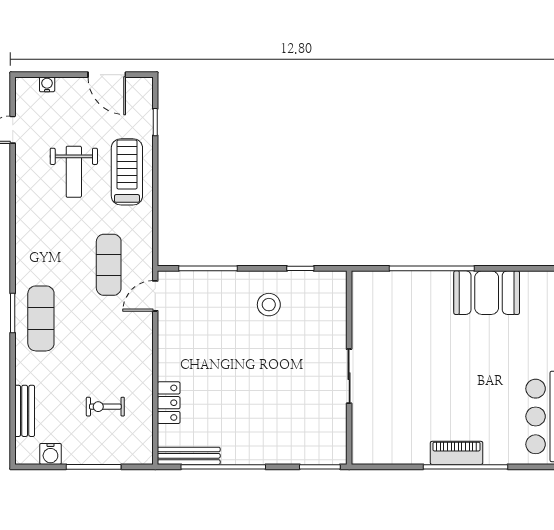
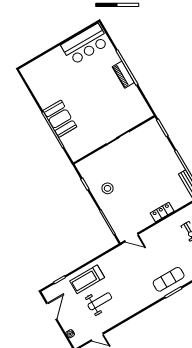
exercise mat: (109, 265) -> (130, 264), removed
booth: (487, 293) -> (60, 119), moved
locker: (169, 403) -> (162, 212), moved

